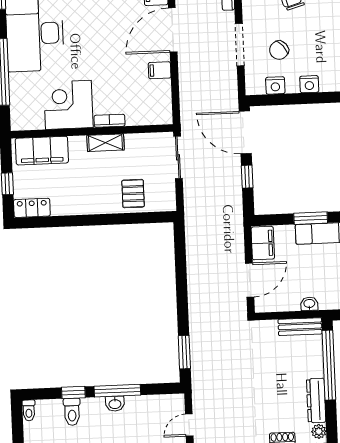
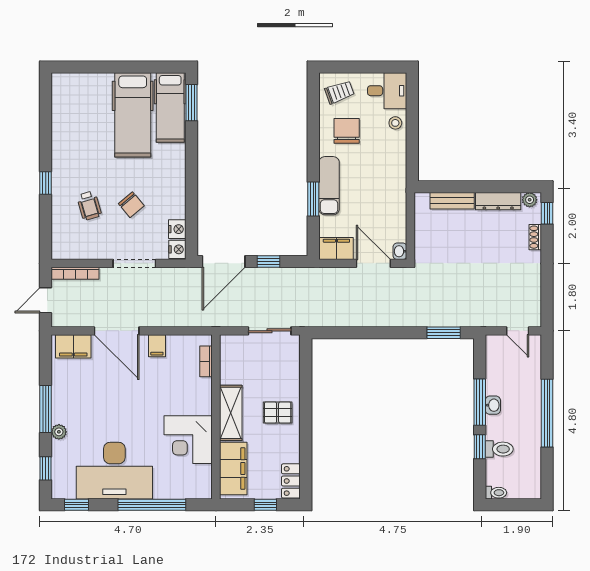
chair: (279, 50) -> (131, 205), moved
nightstand: (309, 84) -> (177, 249), moved
bookcase: (110, 121) -> (206, 361), moved
shelving: (106, 143) -> (231, 413), width x1.50, depth x1.33
sliding door: (178, 157) -> (270, 331), moved
pallet: (133, 194) -> (278, 413), moved
washbasin: (309, 304) -> (400, 251), moved
bench: (300, 327) -> (452, 201), moved, turned 90
window: (329, 365) -> (463, 187), removed

